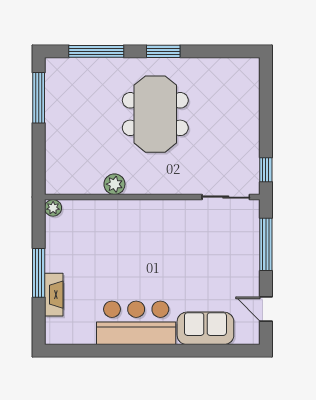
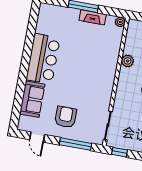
armchair: (225, 268) -> (66, 117), added
fireplace: (54, 295) -> (93, 17), moved
door: (266, 309) -> (37, 137), swing flipped

